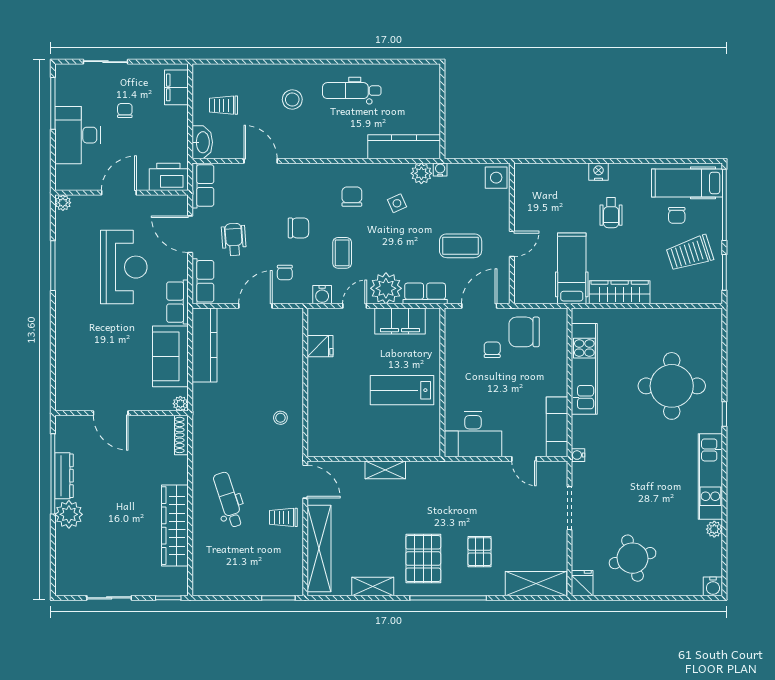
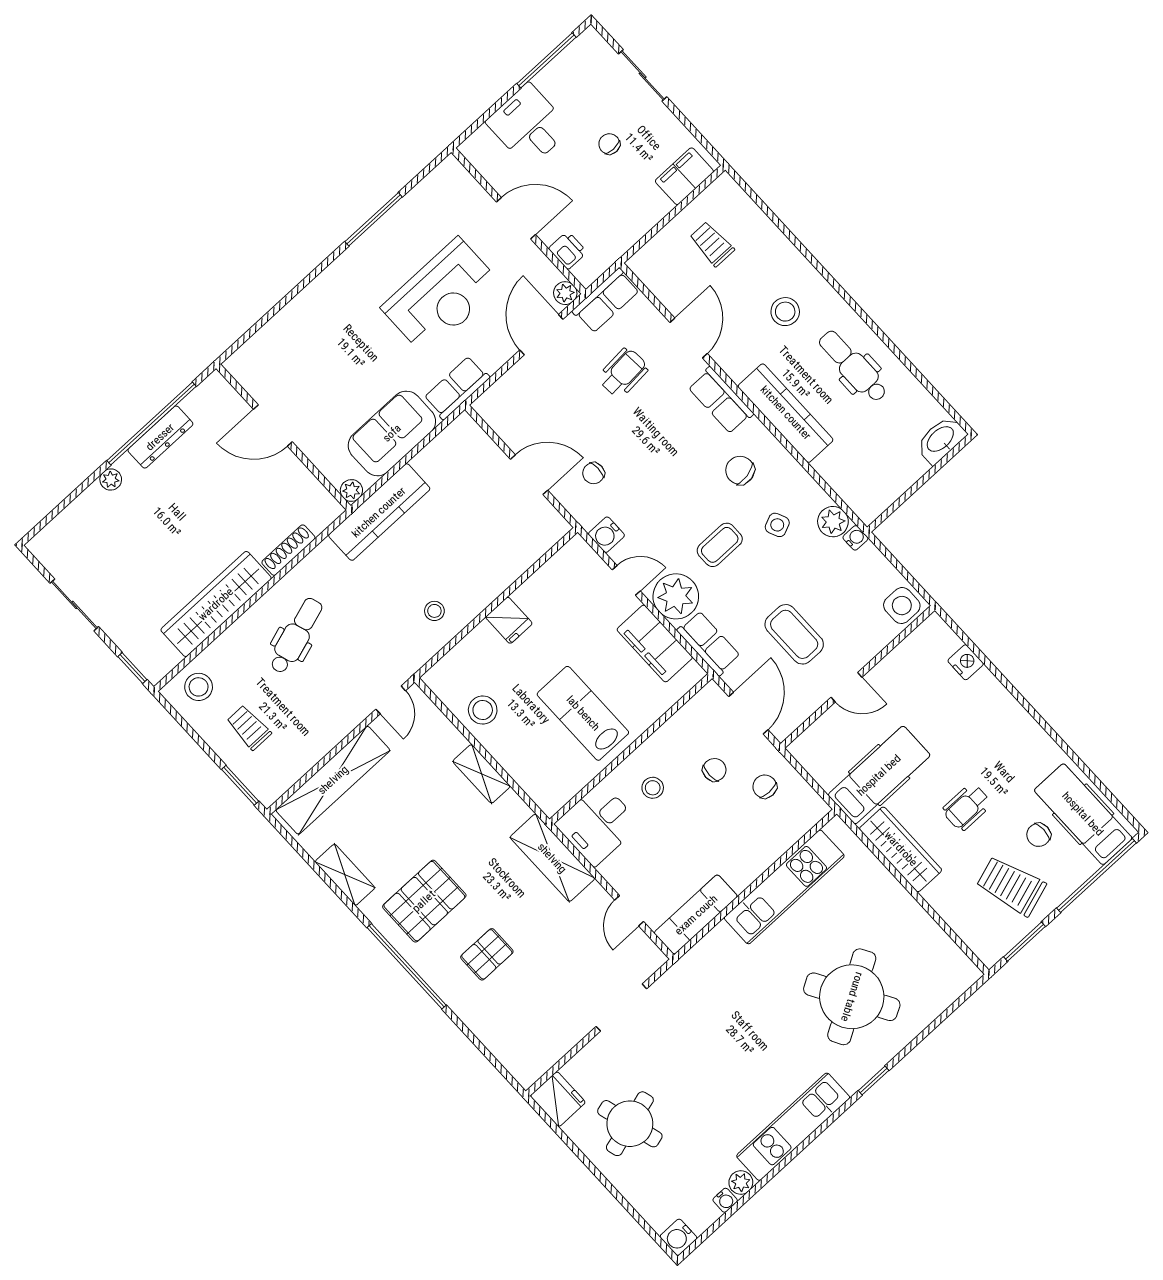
chair: (125, 111) -> (609, 144), turned -90
desk: (78, 135) -> (529, 125), width x0.73
washbasin: (202, 142) -> (941, 440), moved, turned 180
kitchen counter: (404, 147) -> (786, 413), moved
nightstand: (599, 172) -> (966, 662), moved
printer: (168, 177) -> (568, 250), width x0.53, depth x0.68
chair: (352, 197) -> (740, 470), turned -101
plant: (63, 203) -> (565, 293), moved
wheelchair: (611, 213) -> (967, 807), moved
chair: (298, 228) -> (654, 444), removed
wheelchair: (234, 239) -> (623, 373), moved
coffee table: (342, 253) -> (720, 545), moved
row of seats: (203, 281) -> (721, 400), moved, turned 90
door: (479, 306) -> (748, 713), hinge flipped
chair: (524, 332) -> (765, 787), width x0.54, depth x0.54
kitchen counter: (204, 345) -> (379, 512), moved
fridge: (320, 346) -> (509, 620), moved
round table: (672, 386) -> (852, 997), turned -30
stool: (472, 389) -> (653, 788), added
door: (111, 413) -> (273, 426), hinge flipped
desk: (473, 434) -> (598, 824), width x0.73
shoe rack: (181, 435) -> (288, 550), moved
stool: (353, 440) -> (483, 710), added
water cooler: (578, 455) -> (725, 1200), moved, turned 180
door: (305, 482) -> (391, 700), width x0.73
plant: (69, 514) -> (111, 480), width x0.53, depth x0.53
trolley: (283, 517) -> (249, 727), moved
stool: (209, 573) -> (199, 687), added
fridge: (582, 583) -> (558, 1099), width x1.38
shelving: (536, 584) -> (552, 858), moved

